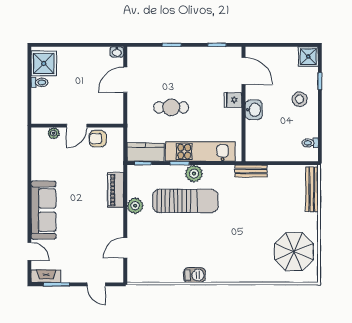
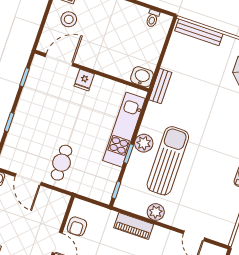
stool: (300, 99) -> (69, 19), moved
cafe table: (171, 107) -> (62, 163), moved
washbasin: (254, 110) -> (142, 77), moved
kitchen counter: (146, 152) -> (106, 184), removed

